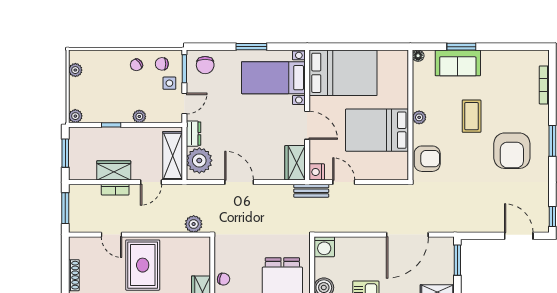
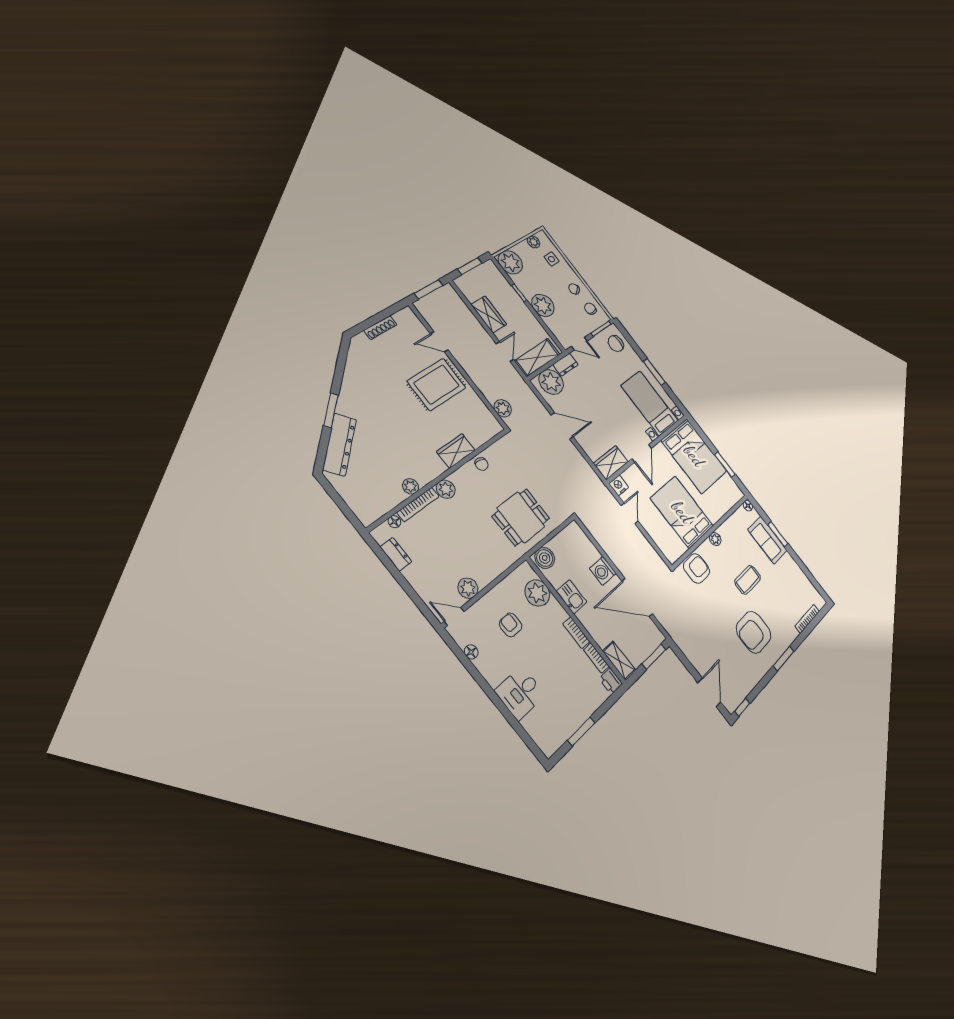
window: (371, 47) -> (725, 465), added
side table: (169, 83) -> (551, 259), moved
plant: (75, 116) -> (510, 262), width x1.87, depth x1.87
plant: (139, 116) -> (543, 305), width x1.88, depth x1.88
armchair: (427, 159) -> (697, 569), turned -90
door: (151, 182) -> (505, 351), swing flipped
door: (239, 182) -> (562, 426), hinge flipped
bookcase: (115, 190) -> (476, 324), removed
bench: (311, 191) -> (603, 491), removed
door: (111, 235) -> (439, 342), hinge flipped
washing machine: (324, 247) -> (603, 571), moved

